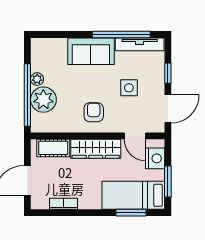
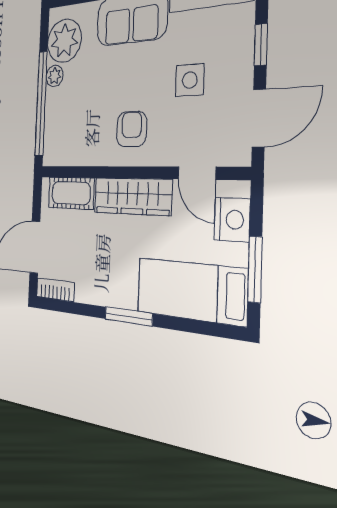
plant: (43, 100) -> (64, 41), moved
bookcase: (63, 204) -> (55, 290), moved
window: (131, 213) -> (129, 316), moved

